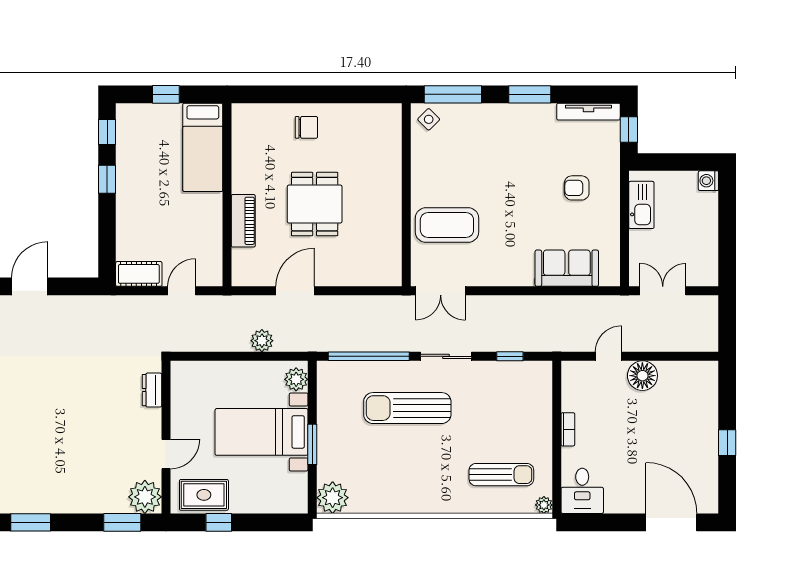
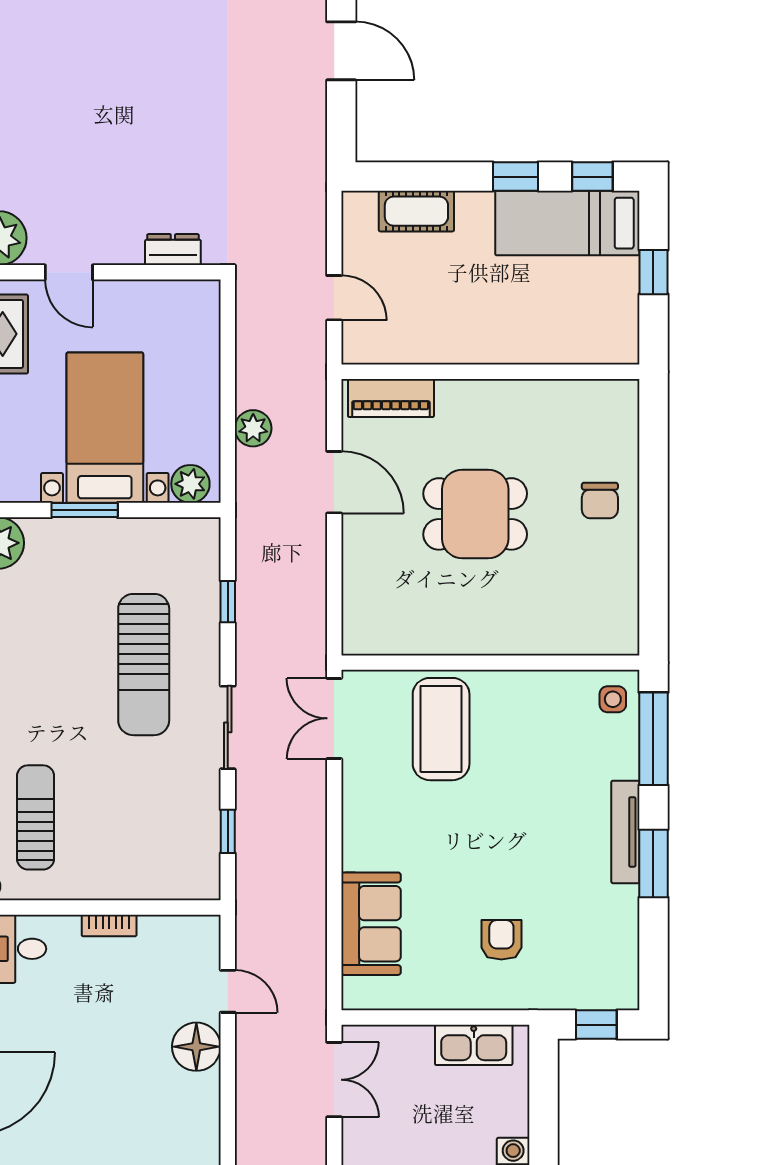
tv unit: (588, 112) -> (625, 832), moved
side table: (429, 119) -> (613, 699), turned 45
bed: (203, 147) -> (567, 223), moved
piano: (243, 221) -> (391, 398), moved
cot: (139, 274) -> (416, 211), moved, turned 90
window: (369, 356) -> (228, 602), width x0.32
sun lounger: (407, 408) -> (144, 665), turned 180
sun lounger: (501, 475) -> (36, 817), turned 180

